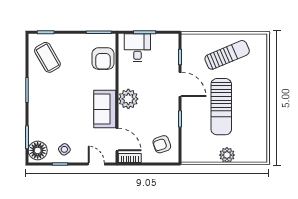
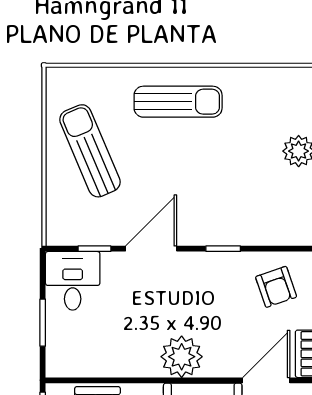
desk: (137, 48) -> (73, 281), moved, turned 90
sun lounger: (221, 107) -> (178, 102), moved, width x0.73, depth x0.75

